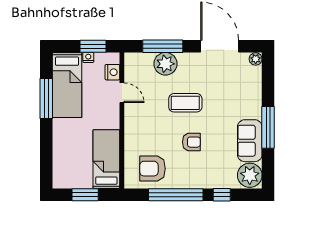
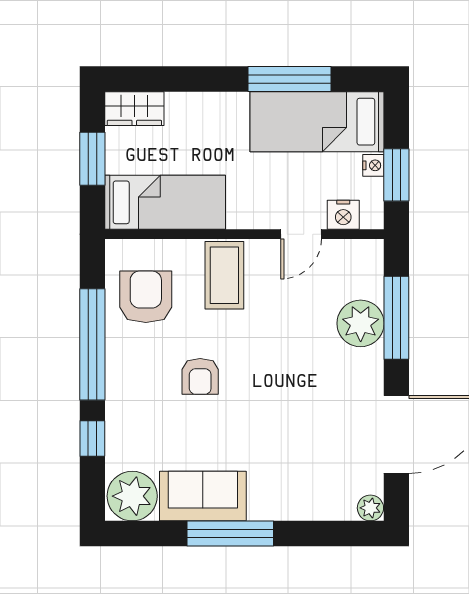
coffee table: (185, 103) -> (224, 275), moved
wardrobe: (61, 174) -> (134, 109), added

